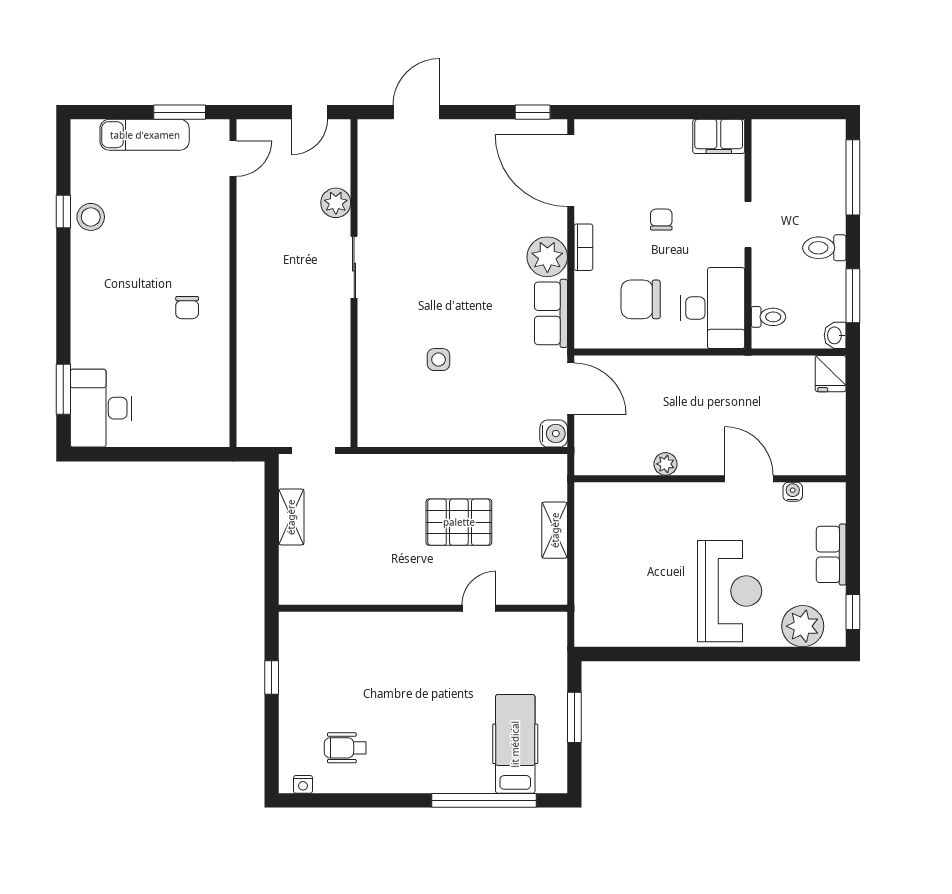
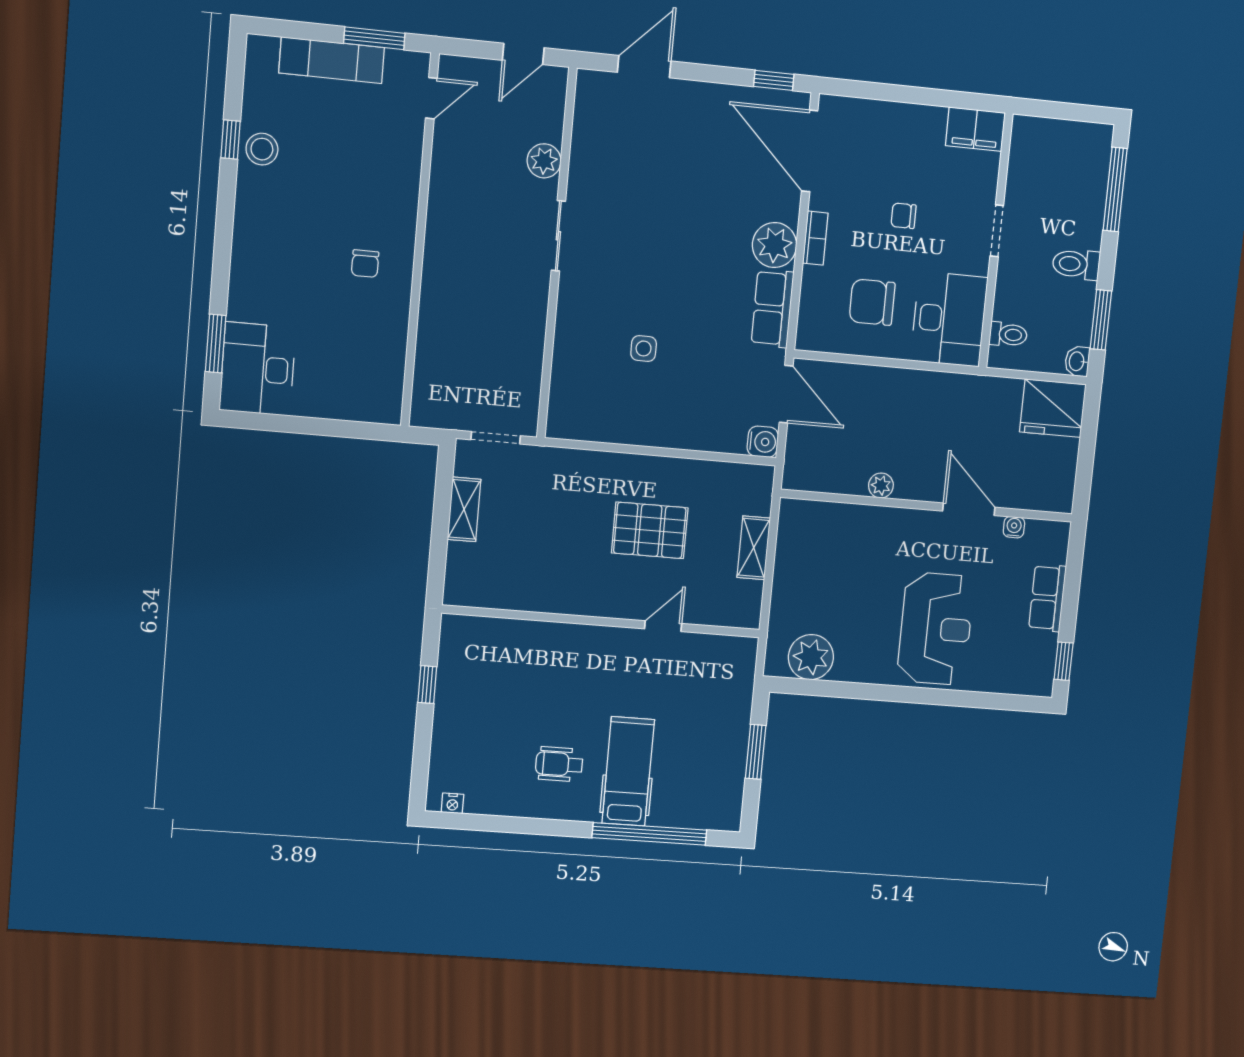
chair: (661, 220) -> (904, 216), turned -90
fridge: (831, 374) -> (1053, 408), width x1.88, depth x1.34
plant: (803, 626) -> (811, 657), moved
hospital bed: (515, 744) -> (628, 771), moved
wheelchair: (345, 748) -> (559, 764), moved

